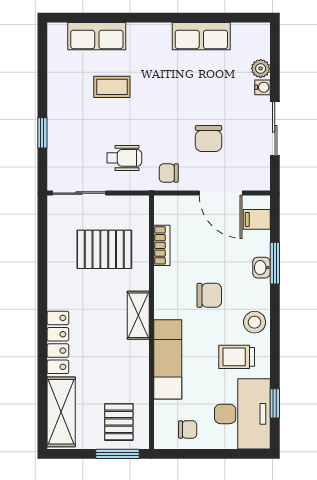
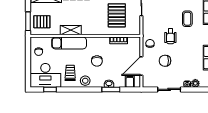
wheelchair: (124, 158) -> (170, 36), moved
shelving: (138, 315) -> (71, 30), moved

